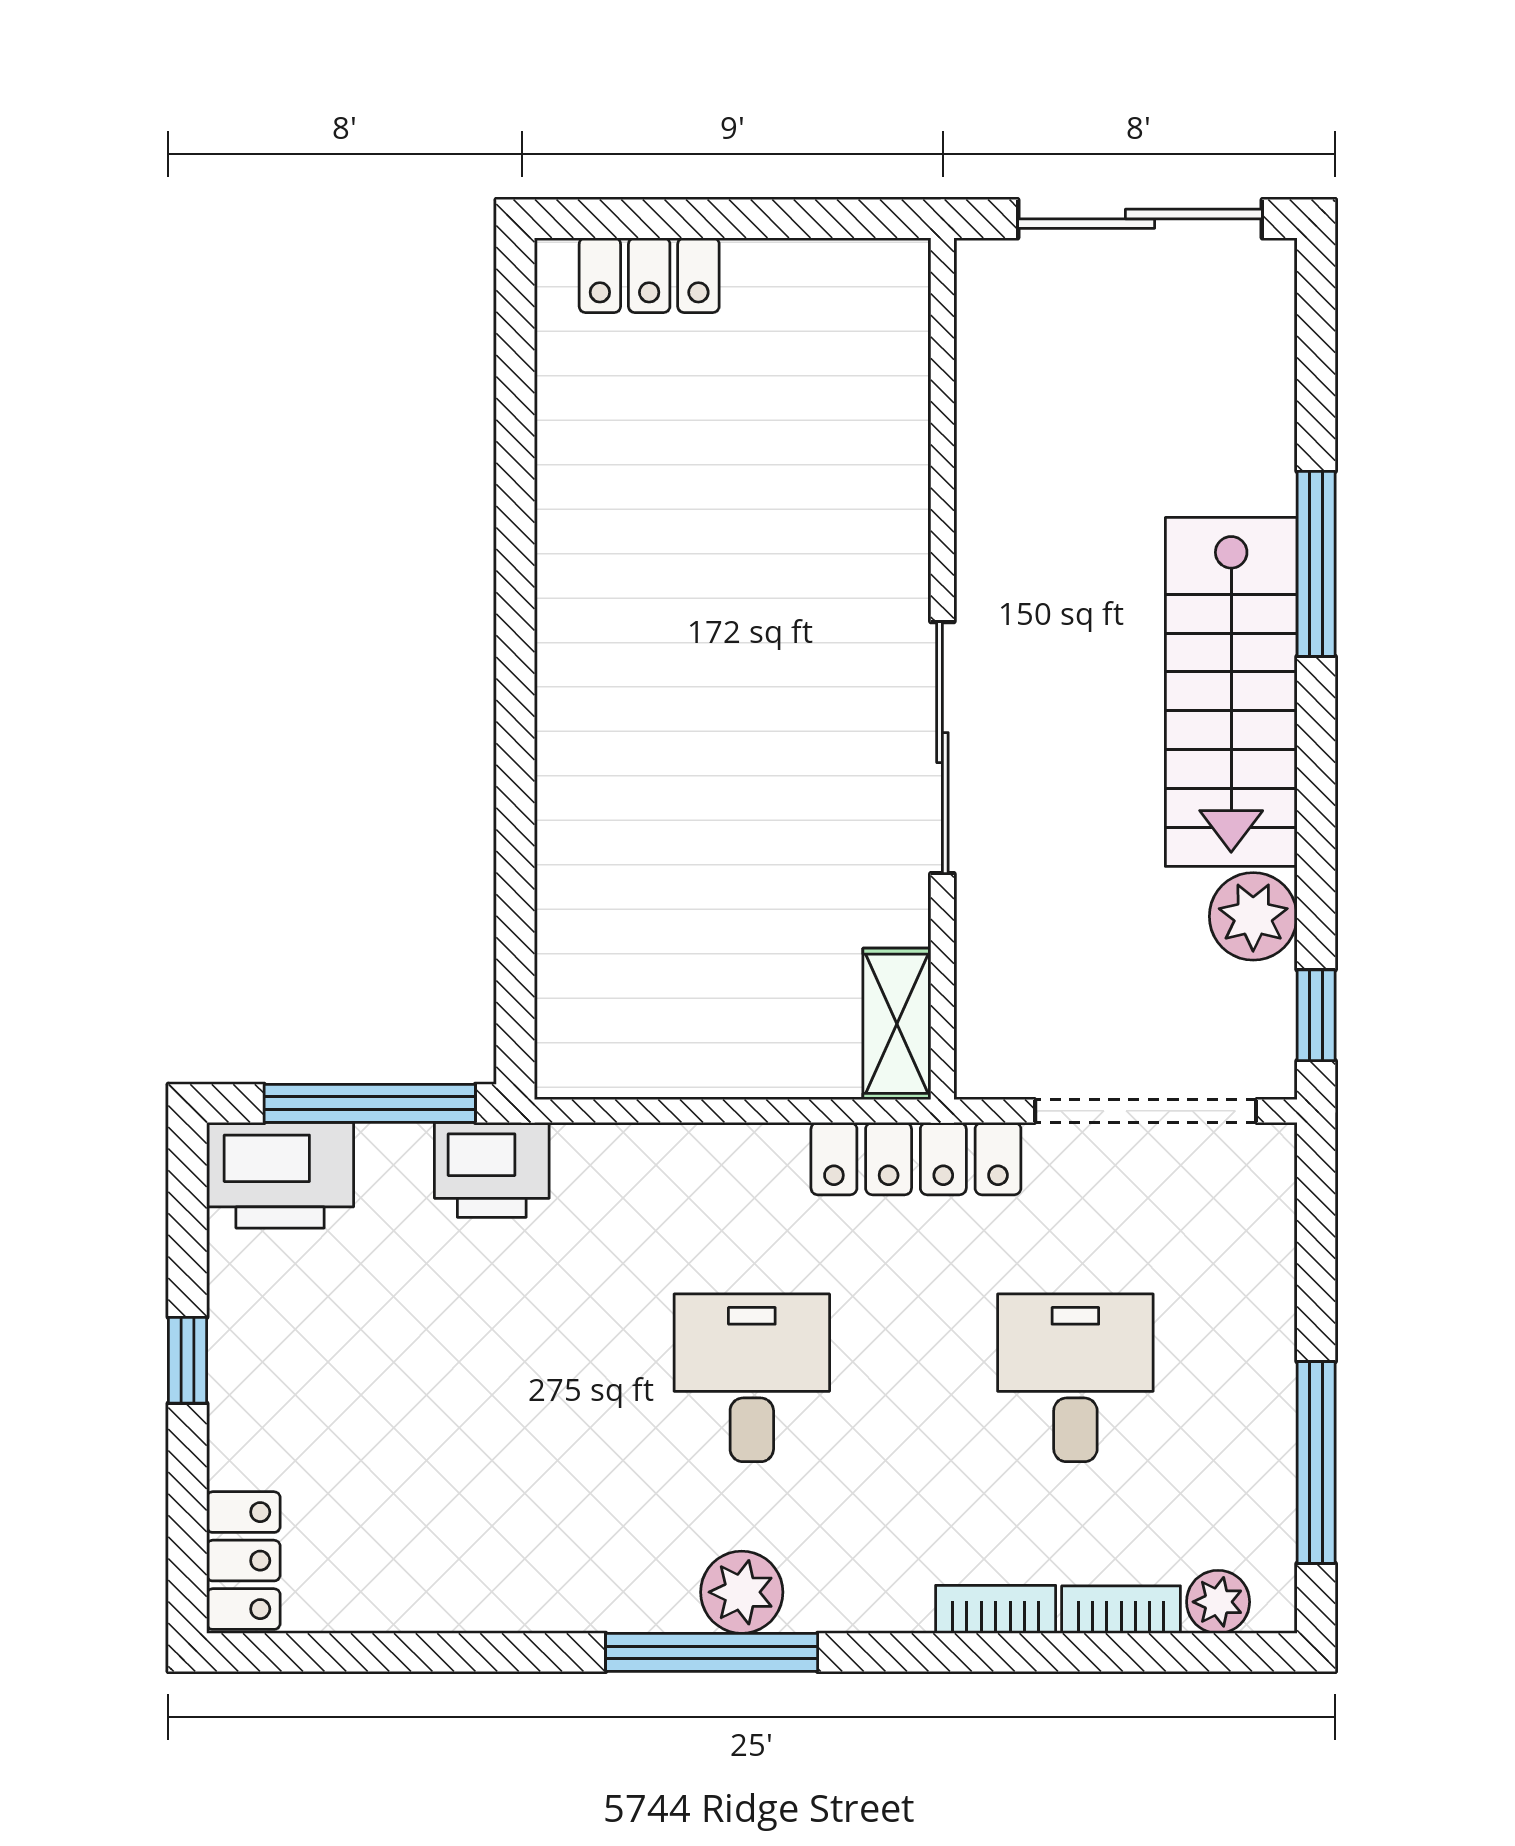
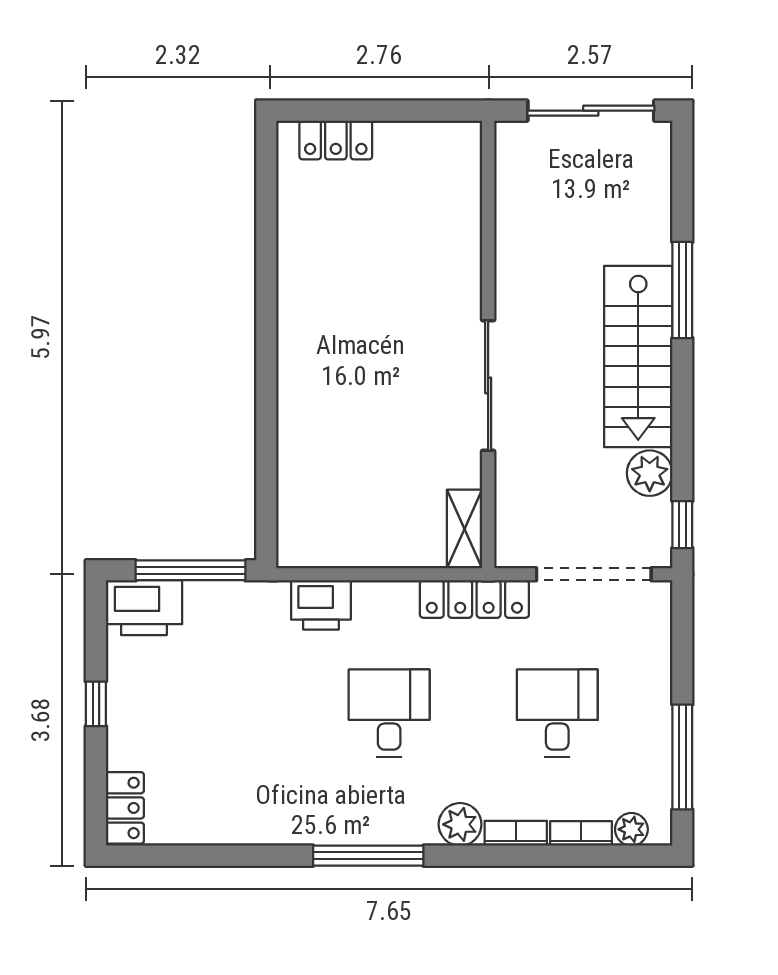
printer: (492, 1170) -> (321, 605), moved
plant: (742, 1592) -> (460, 824), moved

